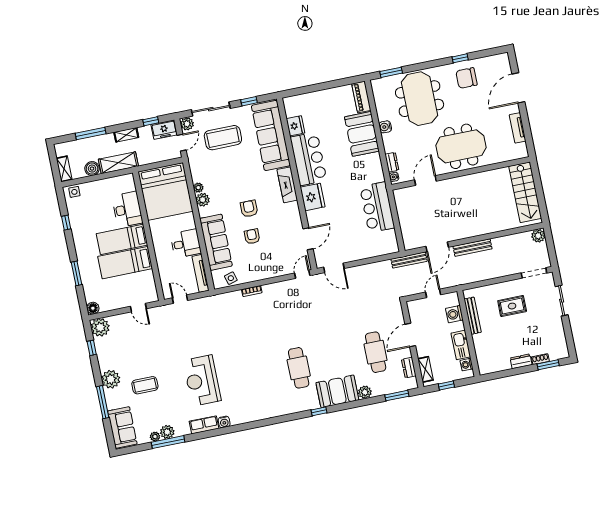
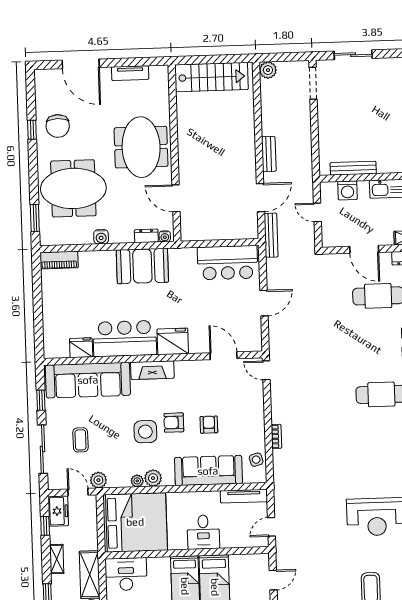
plant: (187, 124) -> (98, 480), moved
booth: (362, 134) -> (142, 266), moved
coffee table: (223, 138) -> (81, 440), width x0.54, depth x0.58
side table: (238, 187) -> (145, 432), added
bar counter: (377, 207) -> (228, 263), moved
desk: (127, 209) -> (126, 574), moved
armchair: (252, 236) -> (209, 425), turned 90
desk: (186, 244) -> (203, 532), moved, turned 180
door: (437, 247) -> (260, 198), hinge flipped
bench: (472, 248) -> (269, 154), width x0.73
door: (334, 268) -> (264, 303), moved
rug: (512, 306) -> (349, 117), removed

